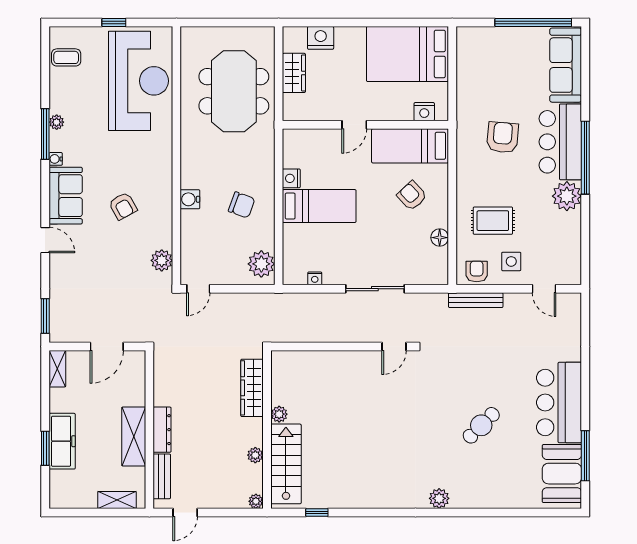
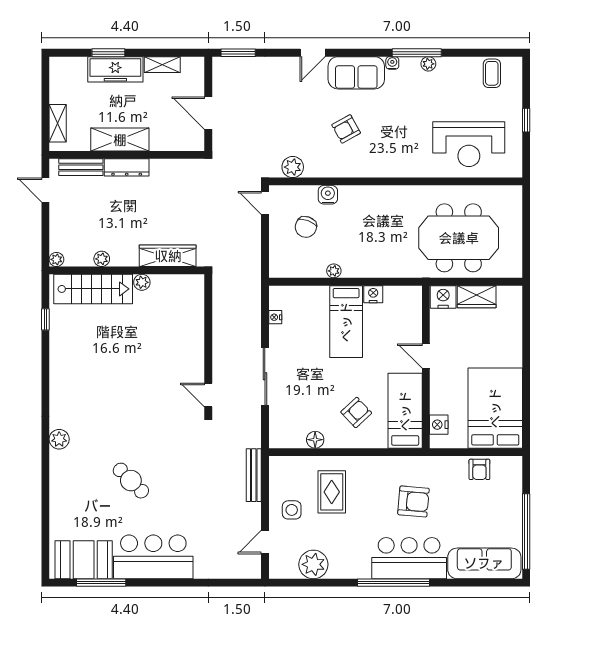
nightstand: (321, 38) -> (443, 297), moved, turned -90
reception desk: (138, 81) -> (469, 144), width x0.74, depth x0.77
plant: (567, 196) -> (313, 564), moved
water cooler: (190, 199) -> (328, 195), moved
chair: (242, 205) -> (306, 227), moved
plant: (261, 264) -> (334, 271), moved, width x0.53, depth x0.53
armchair: (477, 271) -> (479, 469), moved, turned 90
shelving: (57, 369) -> (162, 65), moved

